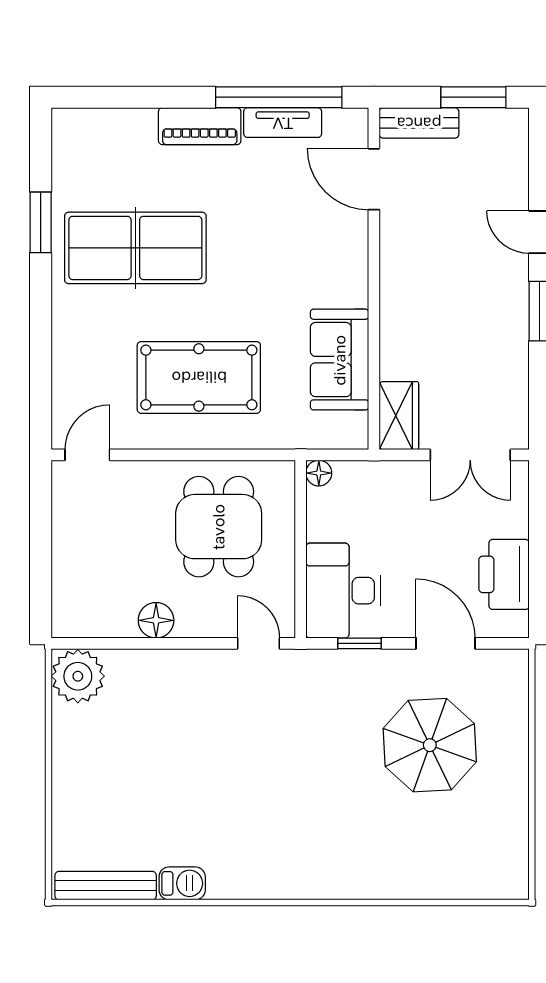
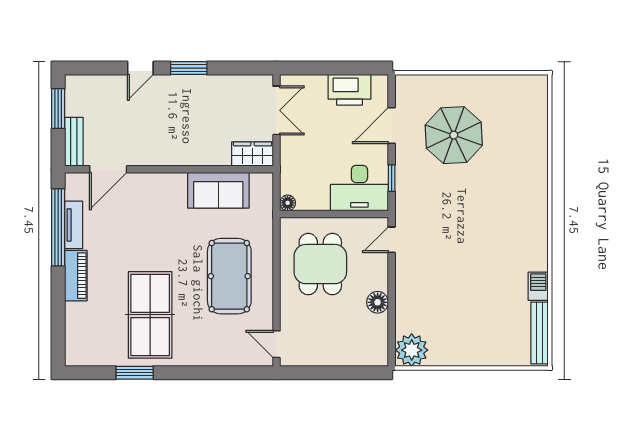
dining table: (219, 527) -> (320, 264), turned 90

